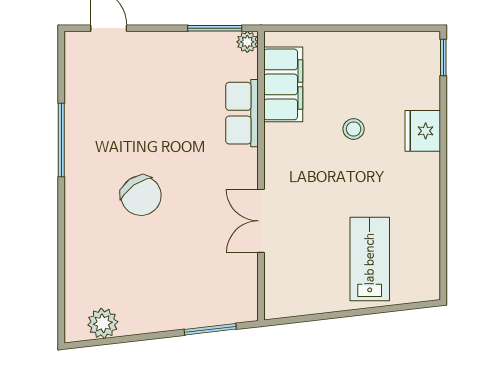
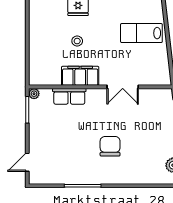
filing cabinet: (283, 84) -> (80, 76), moved
chair: (141, 196) -> (110, 146), turned -55

